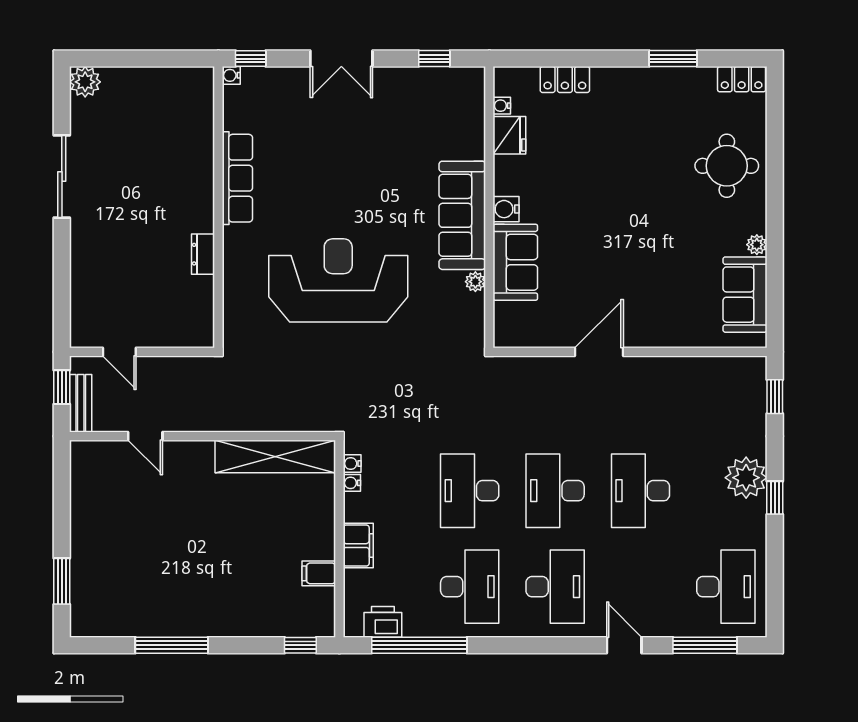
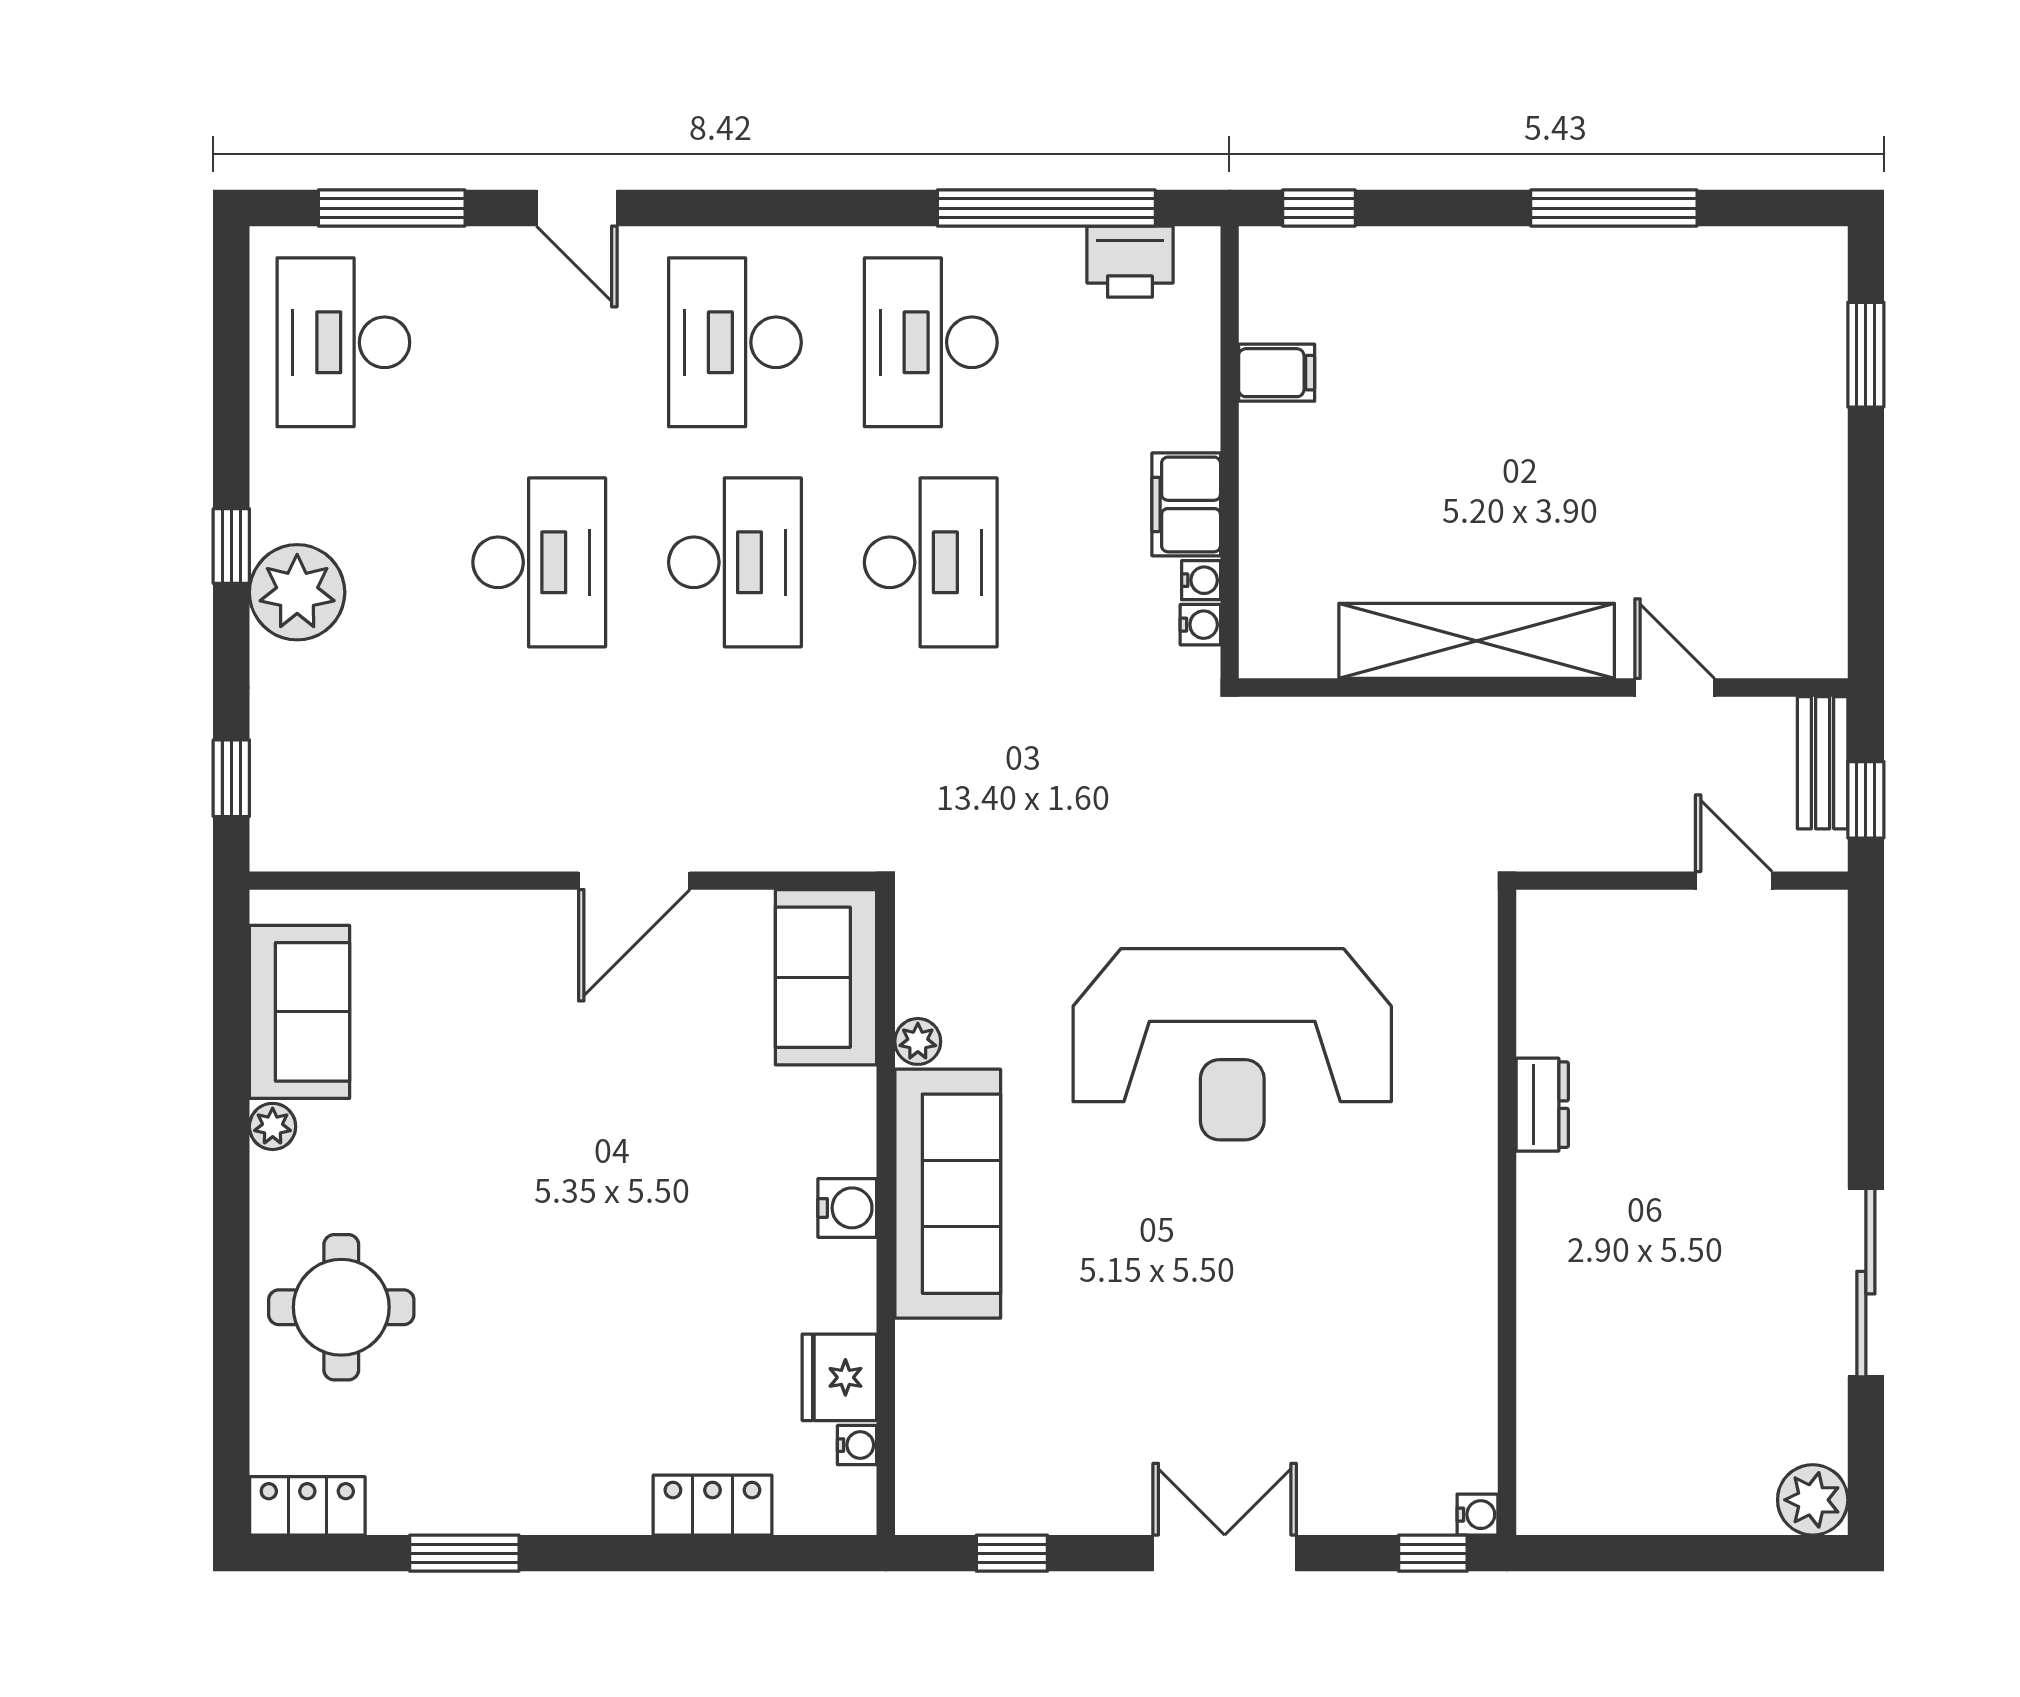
row of seats: (237, 178) -> (1464, 1279), removed
sofa: (515, 262) -> (826, 977), moved
shelving: (275, 456) -> (1477, 641), moved
filing cabinet: (358, 546) -> (1186, 504), moved

